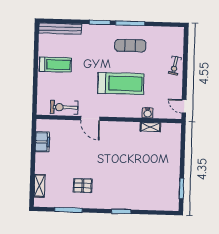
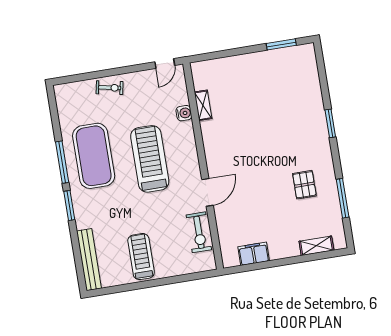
exercise mat: (130, 46) -> (94, 156), width x2.00, depth x1.45

